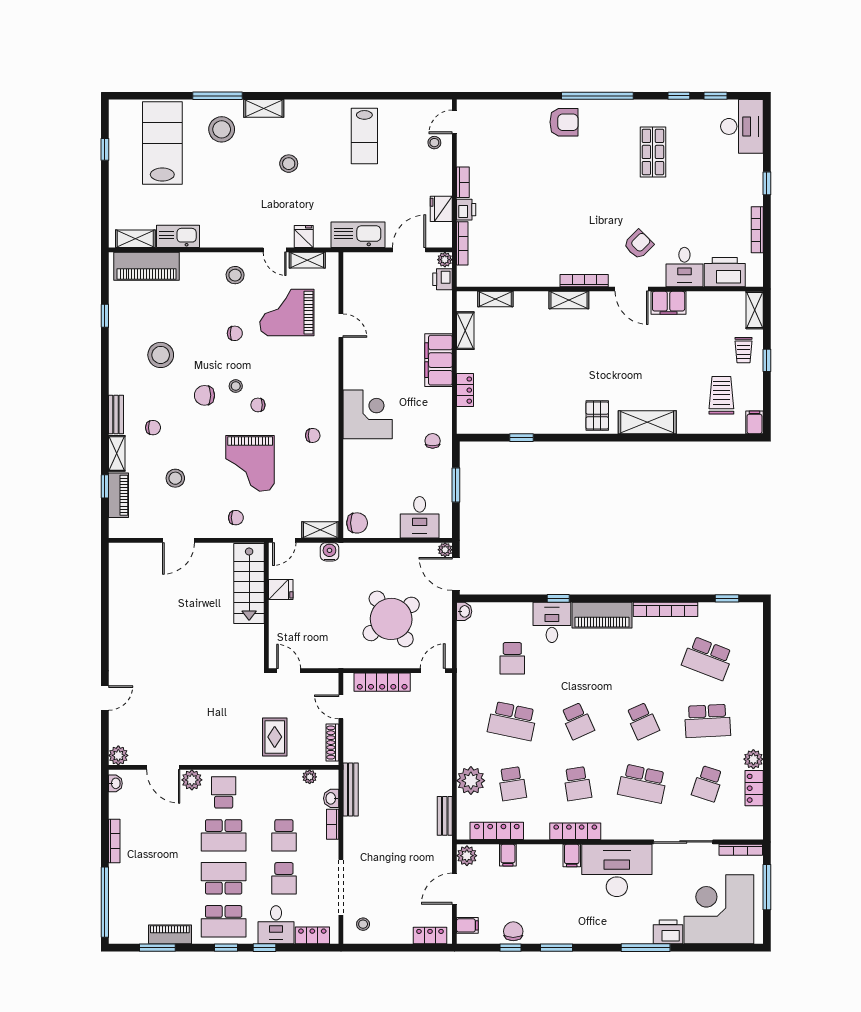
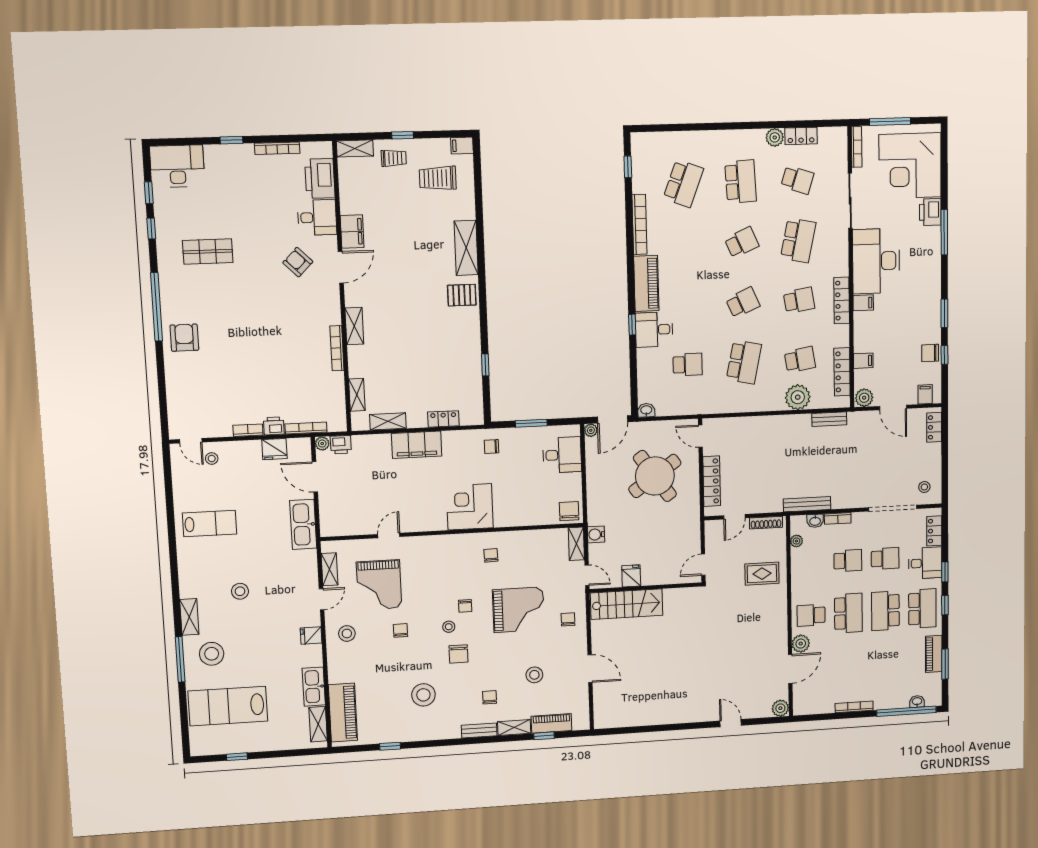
fridge: (304, 237) -> (311, 636), moved
bookcase: (584, 281) -> (337, 348), moved
washbasin: (115, 783) -> (917, 702), moved

